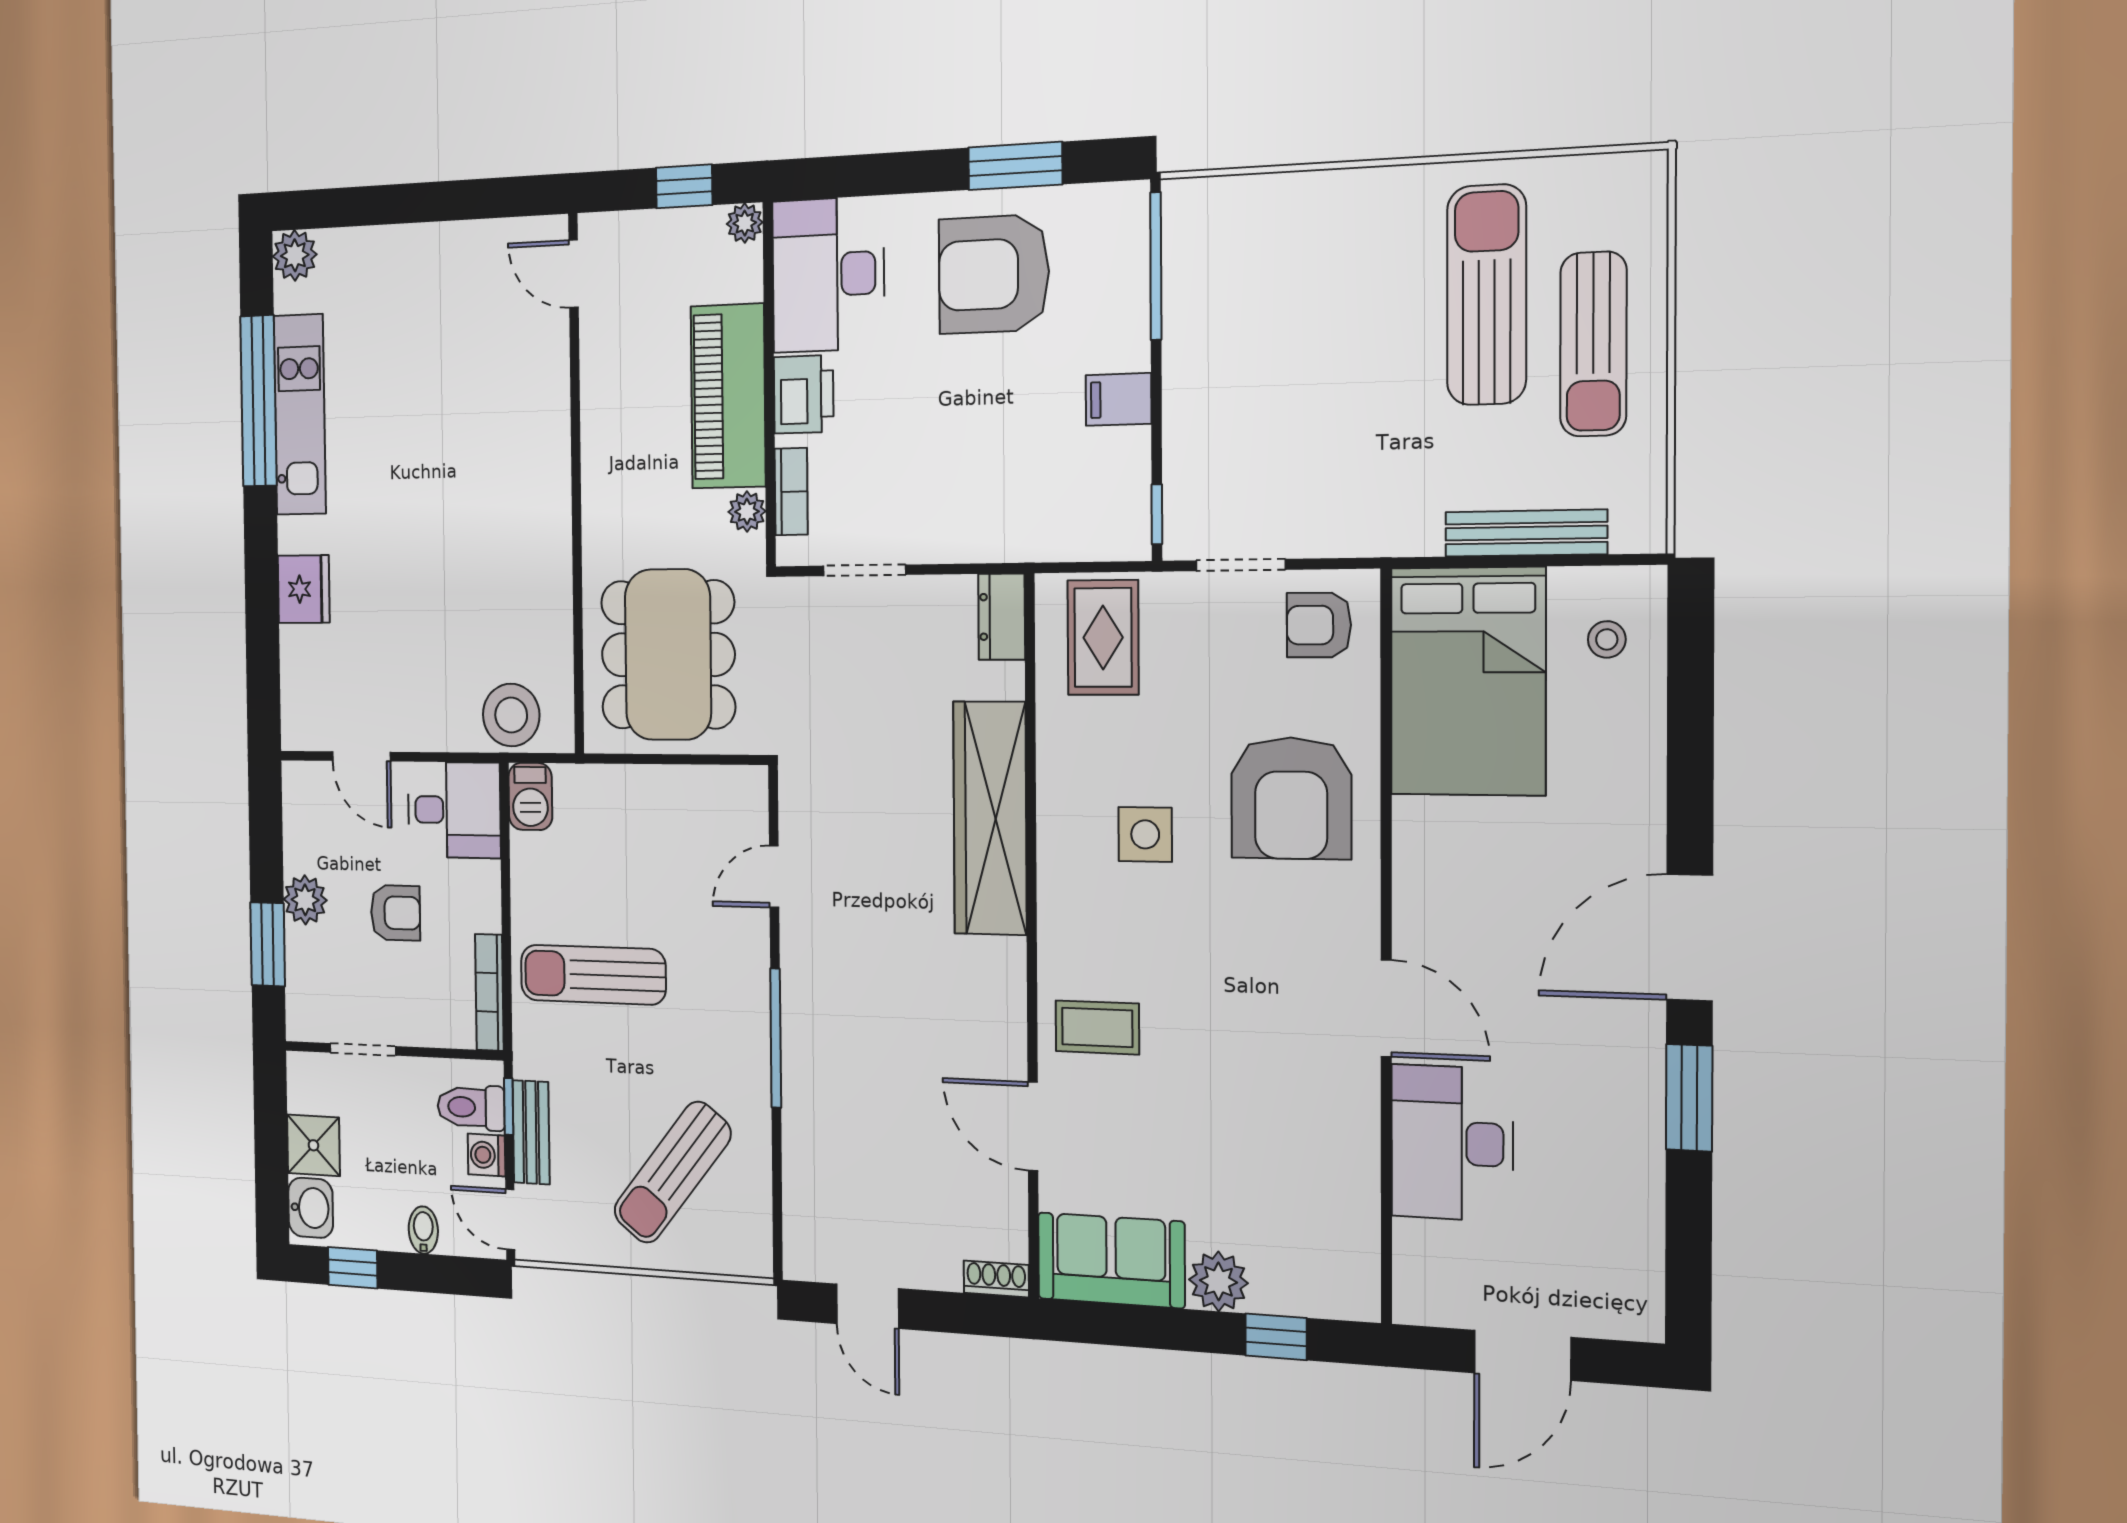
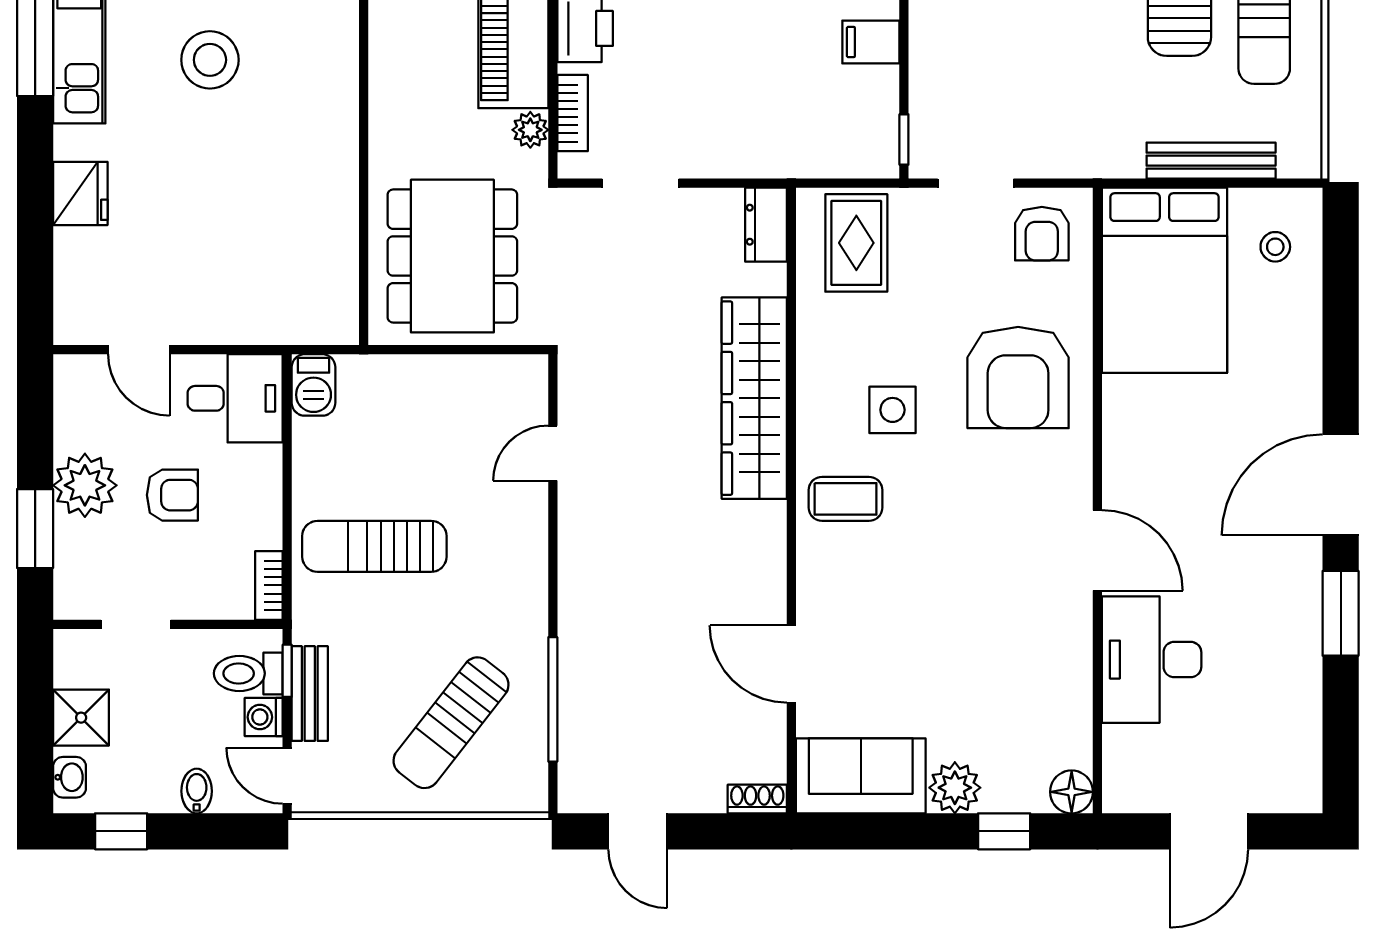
armchair: (1319, 625) -> (1042, 234), turned -90
stool: (511, 715) -> (210, 60), moved
plant: (305, 900) -> (85, 485), width x1.36, depth x1.36
bookcase: (489, 992) -> (269, 585), width x0.64
coffee table: (1097, 1027) -> (846, 499), moved
window: (776, 1038) -> (553, 699), moved
washbasin: (311, 1208) -> (70, 777), width x0.72, depth x0.69
floor lamp: (1355, 1296) -> (1072, 792), added

